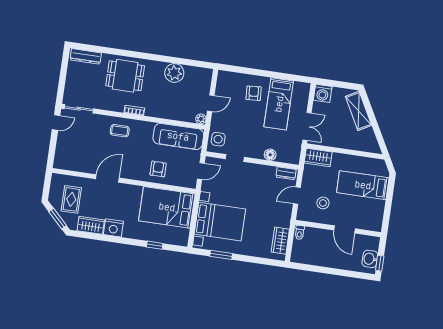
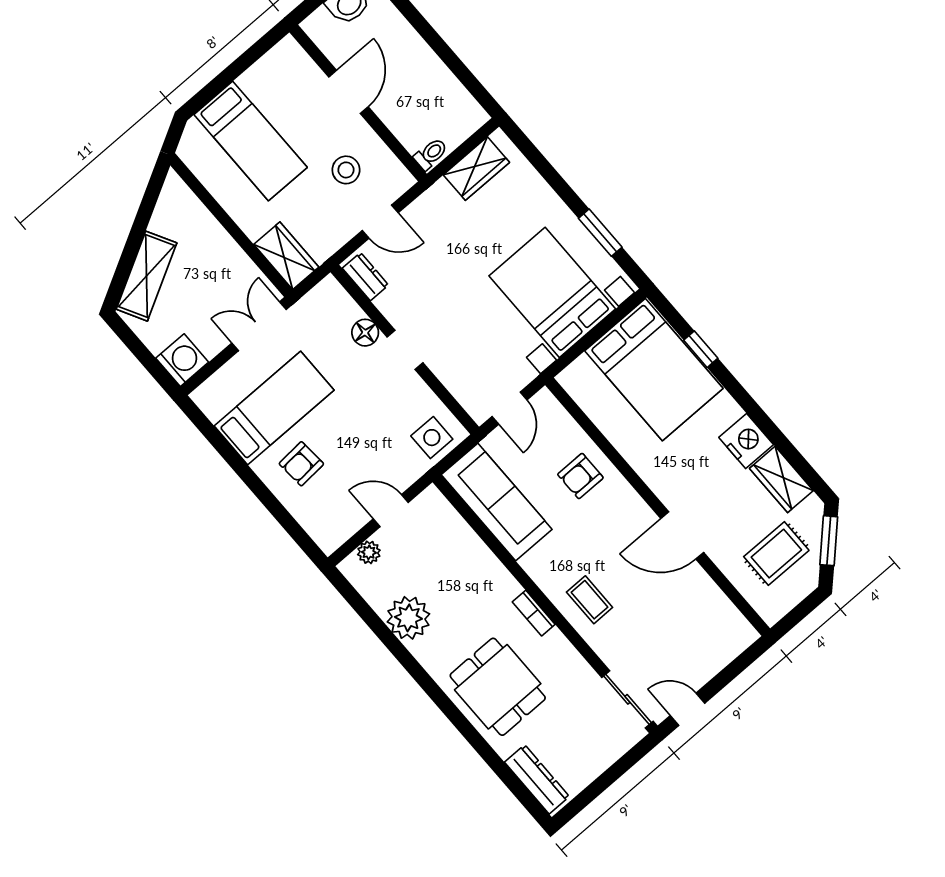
plant: (201, 119) -> (369, 552), moved
doorway: (235, 158) -> (405, 350), moved
door: (201, 171) -> (509, 408), swing flipped
bed: (167, 207) -> (654, 370), moved

